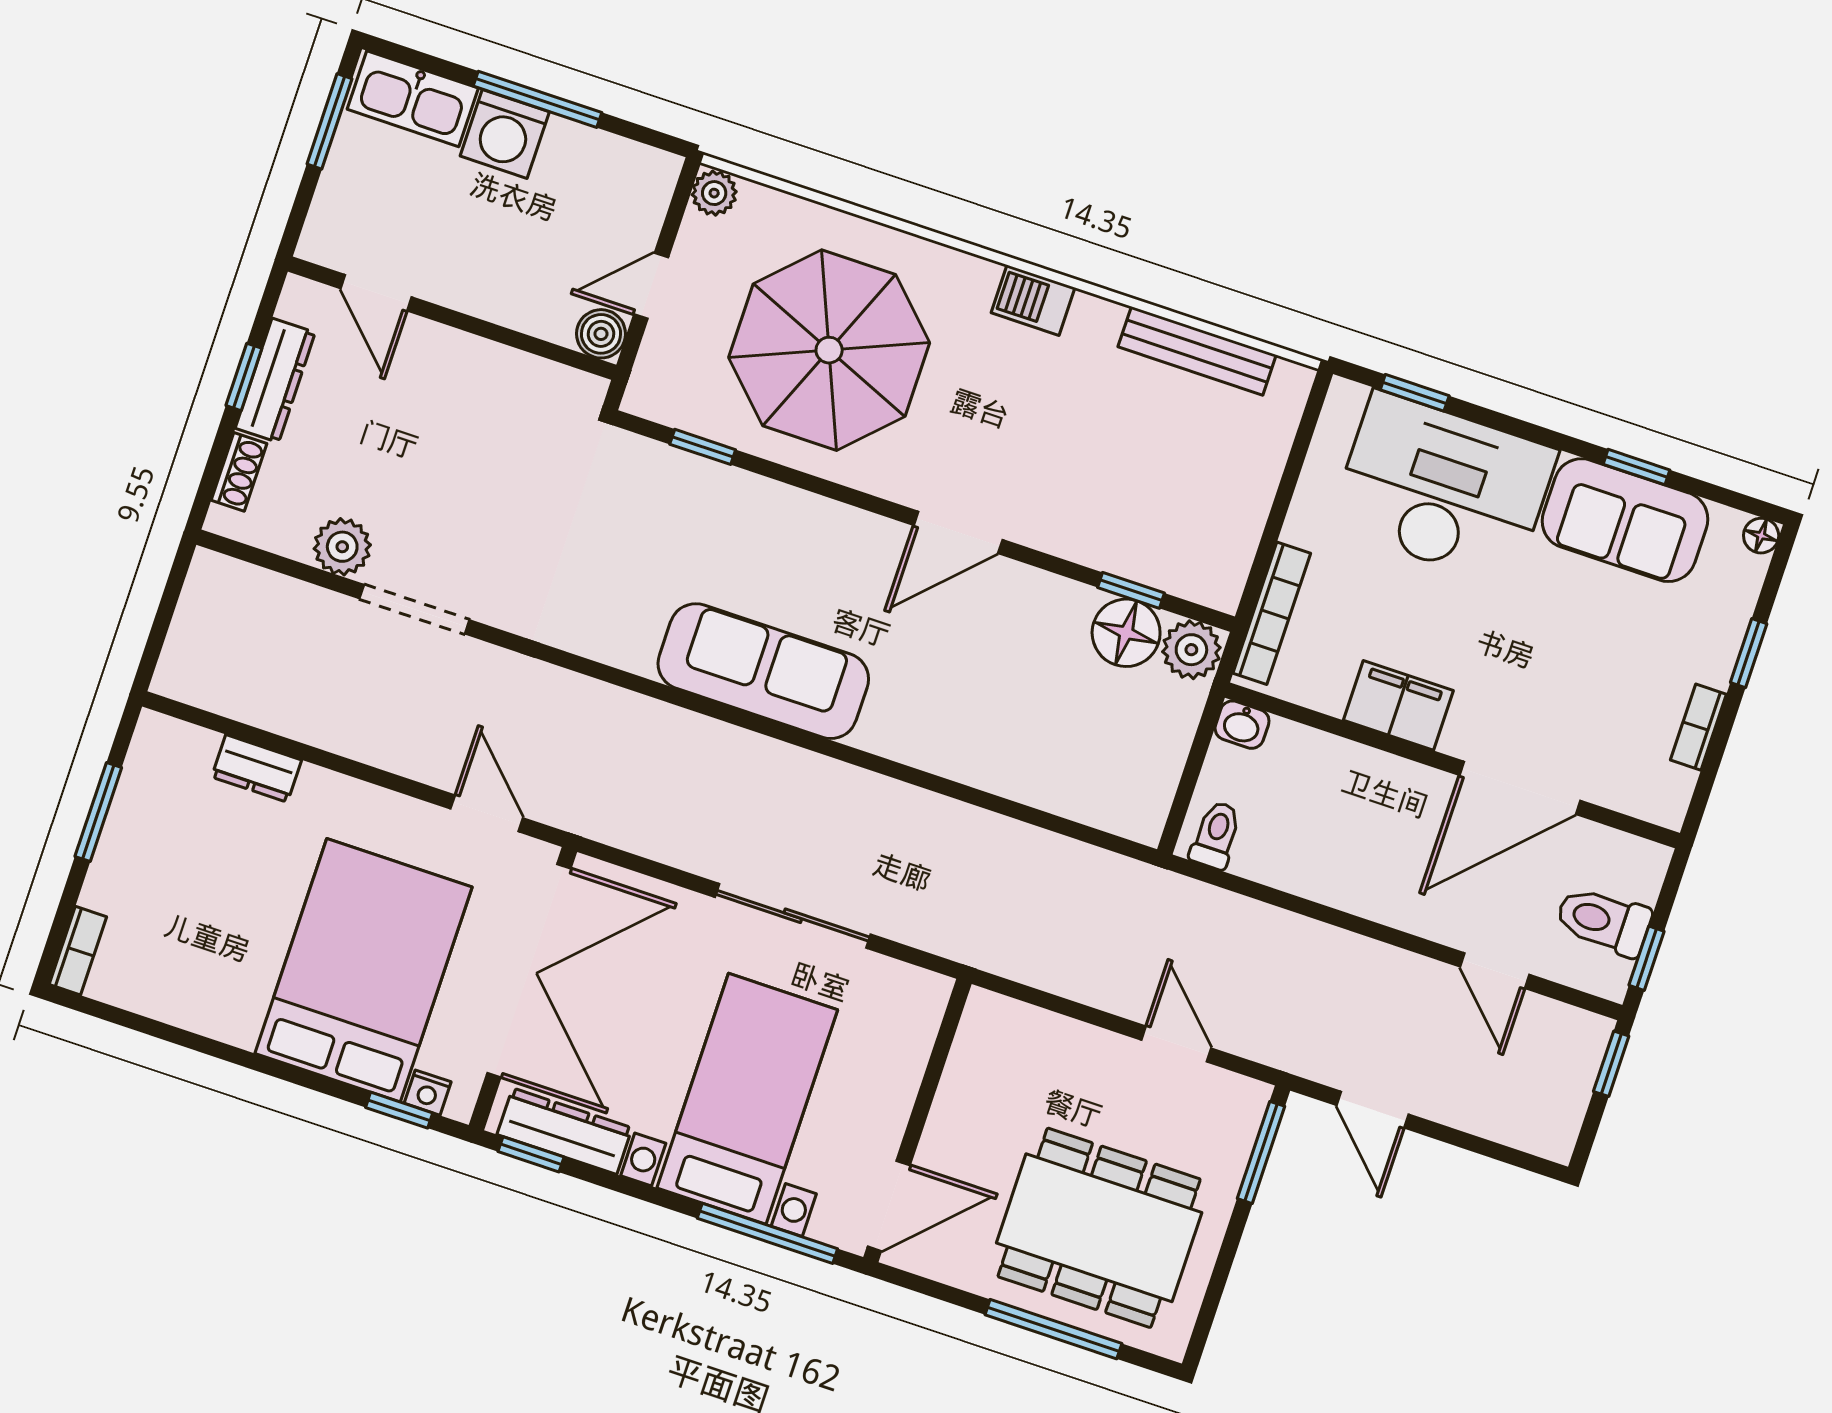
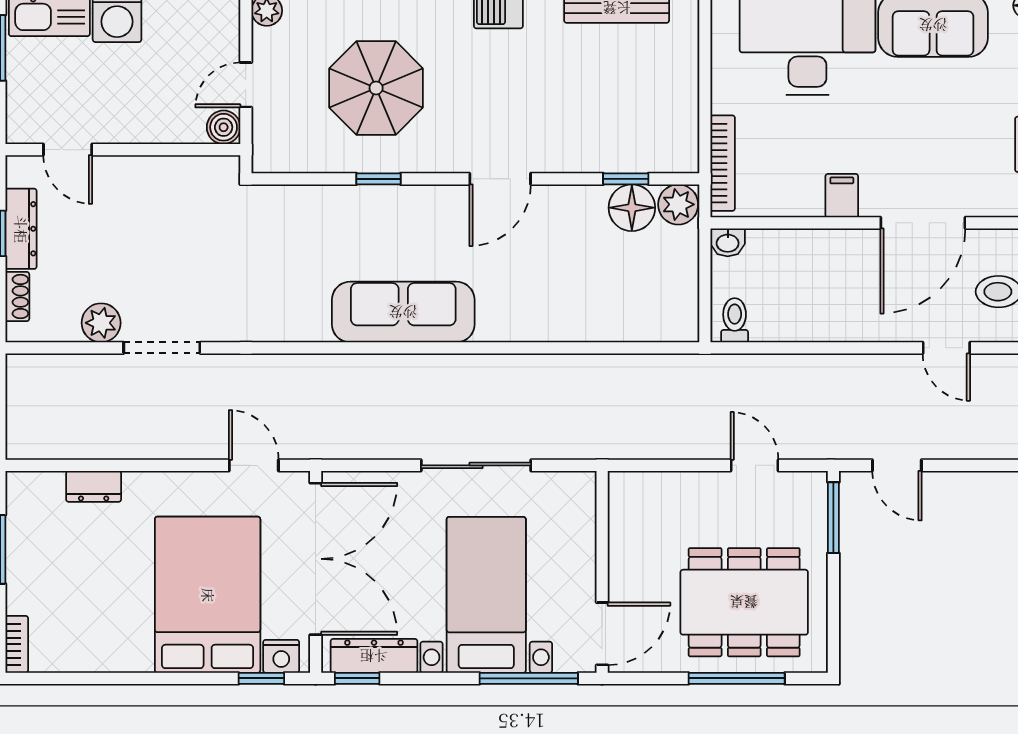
parasol: (829, 350) -> (376, 88), width x0.73, depth x0.73
window: (703, 447) -> (379, 179), moved
filing cabinet: (1398, 705) -> (842, 196), width x0.50
nightstand: (428, 1093) -> (281, 656), width x1.39, depth x1.35

